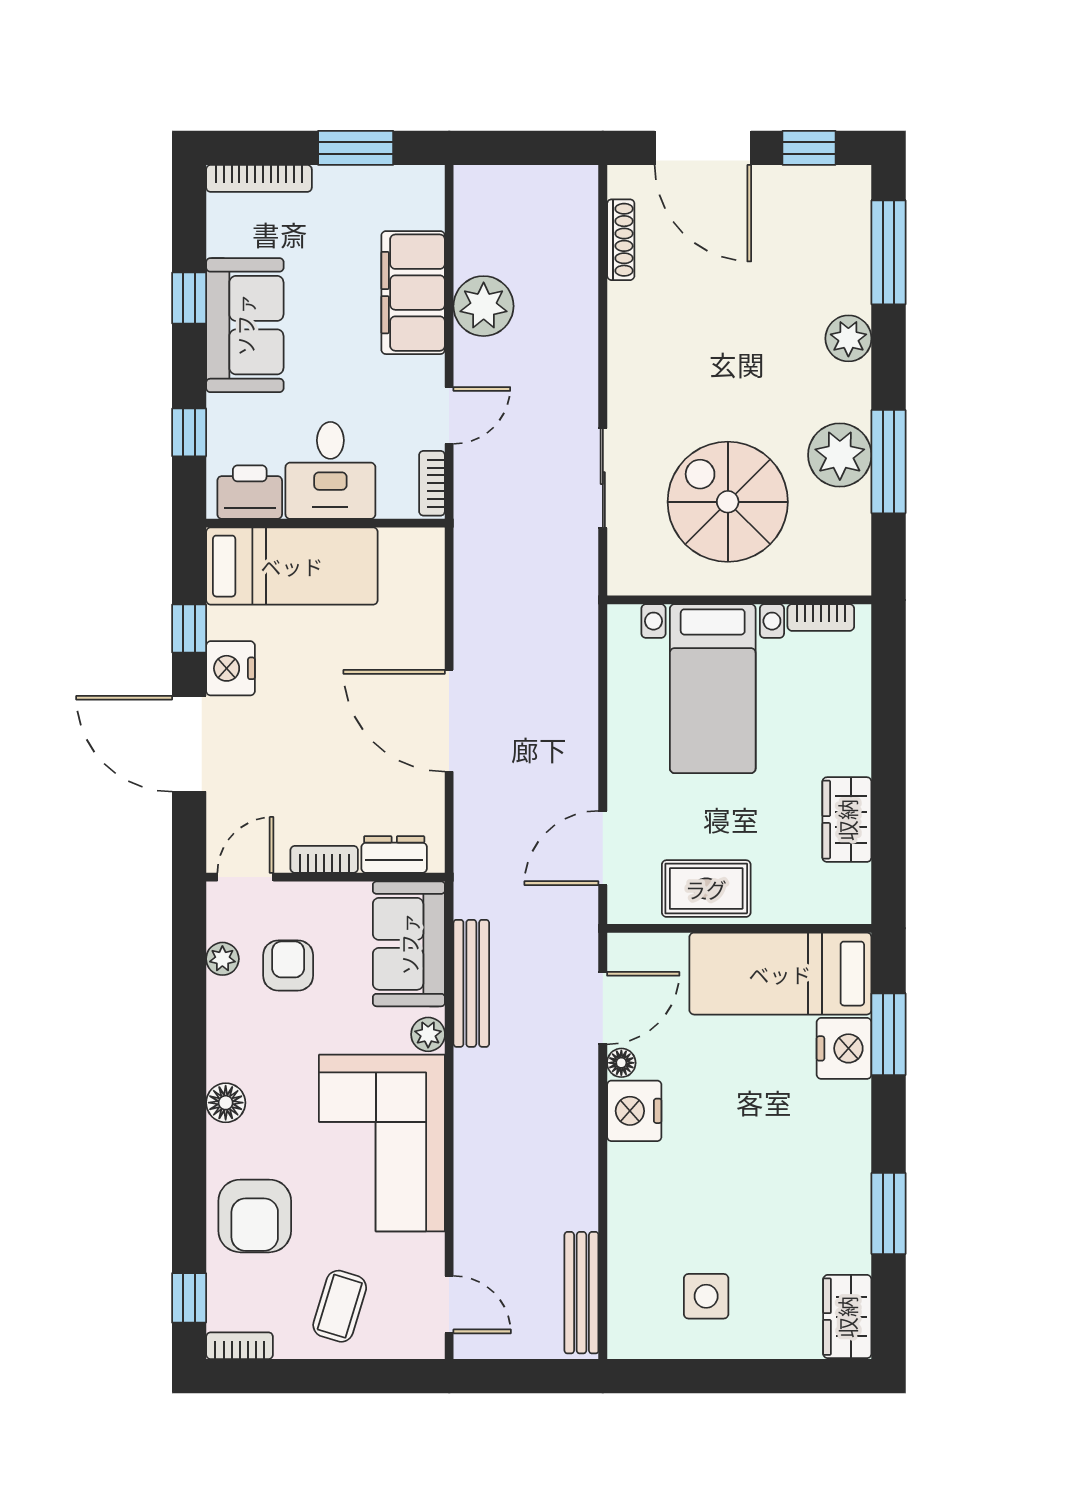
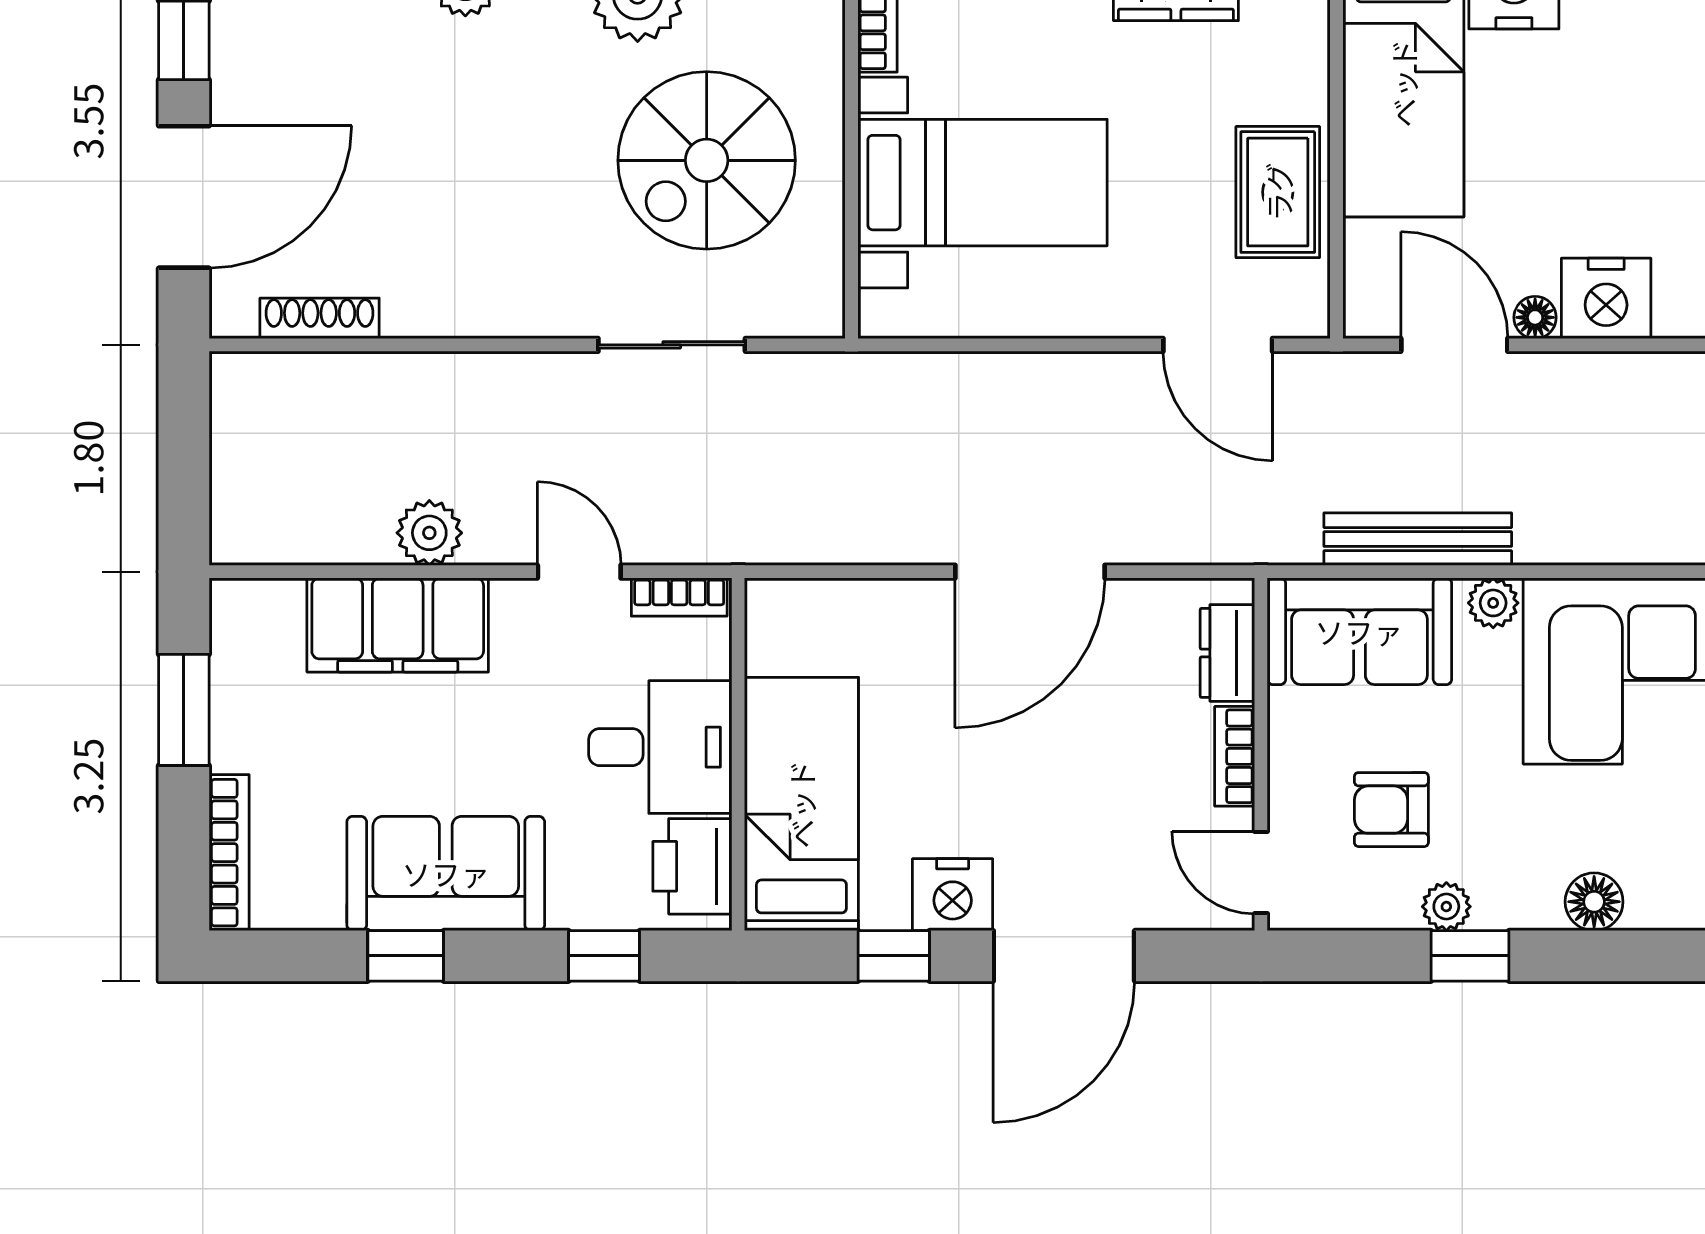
plant: (484, 306) -> (429, 533), width x0.73, depth x0.73
plant: (222, 959) -> (1446, 907), moved
window: (189, 1019) -> (1470, 956), added

